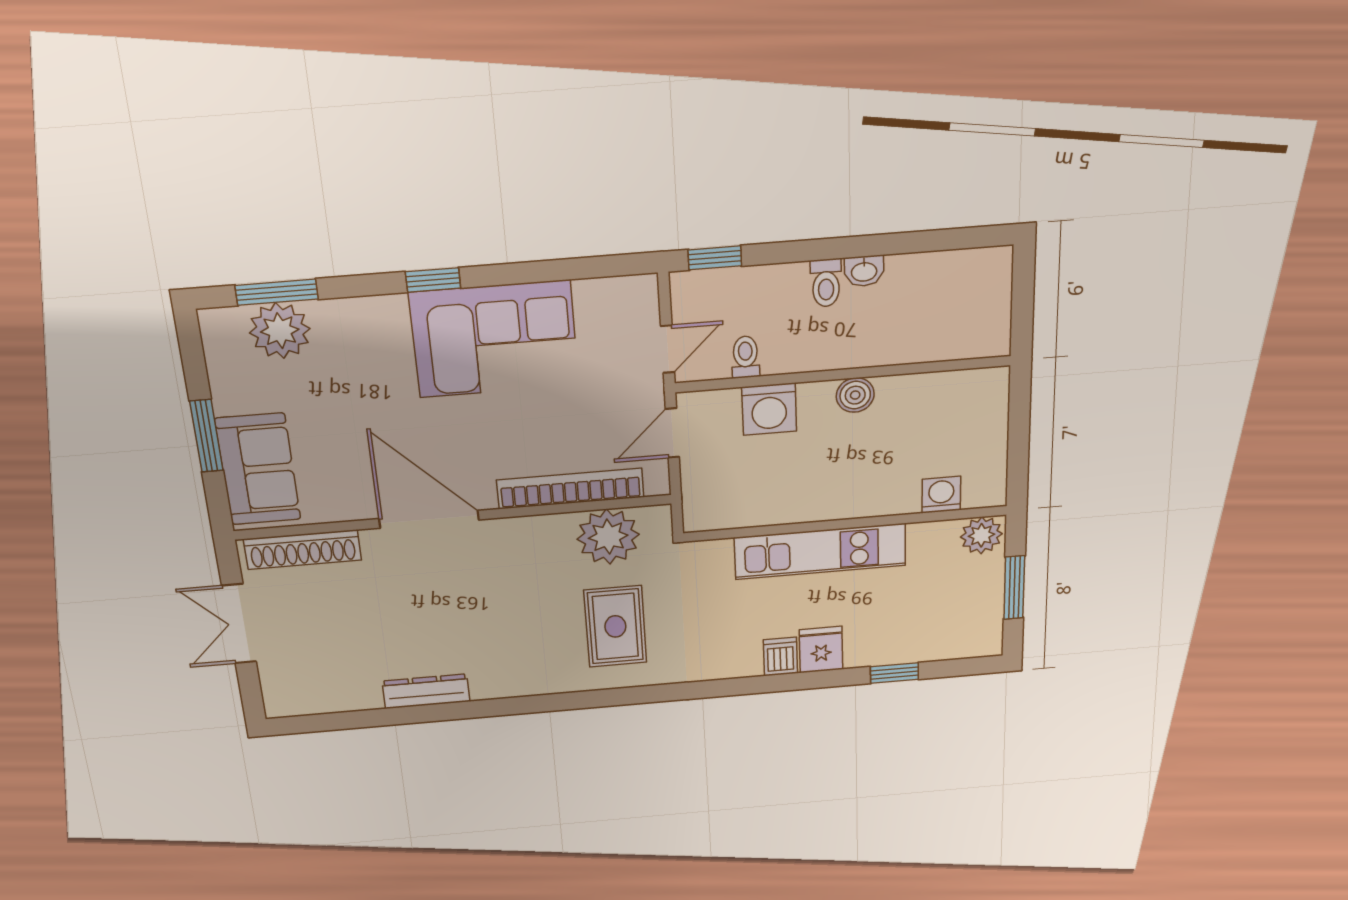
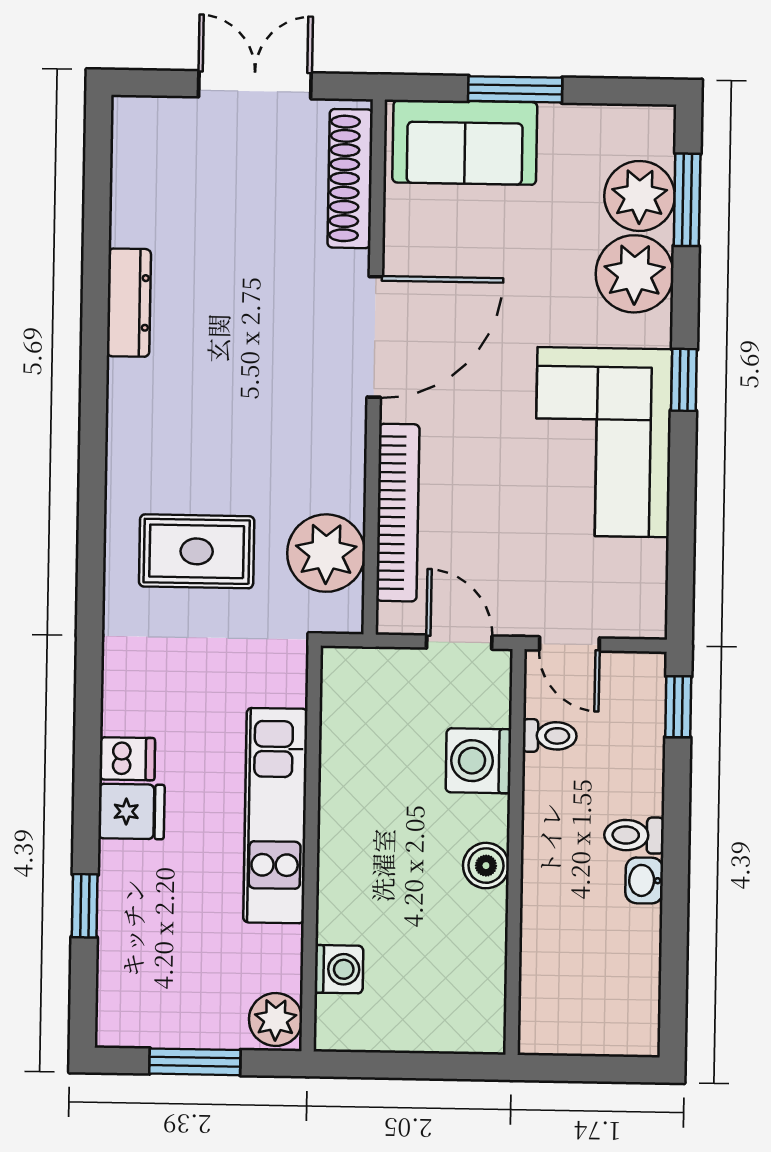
plant: (347, 328) -> (635, 274), added

